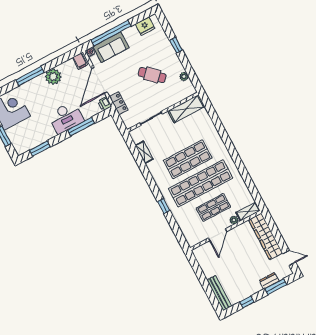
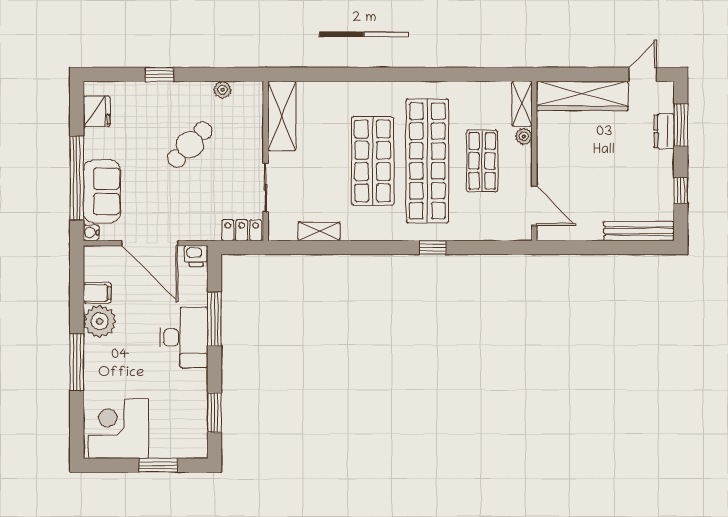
filing cabinet: (80, 61) -> (97, 293), moved
locker: (119, 103) -> (242, 230), moved
door: (218, 235) -> (534, 206), moved

